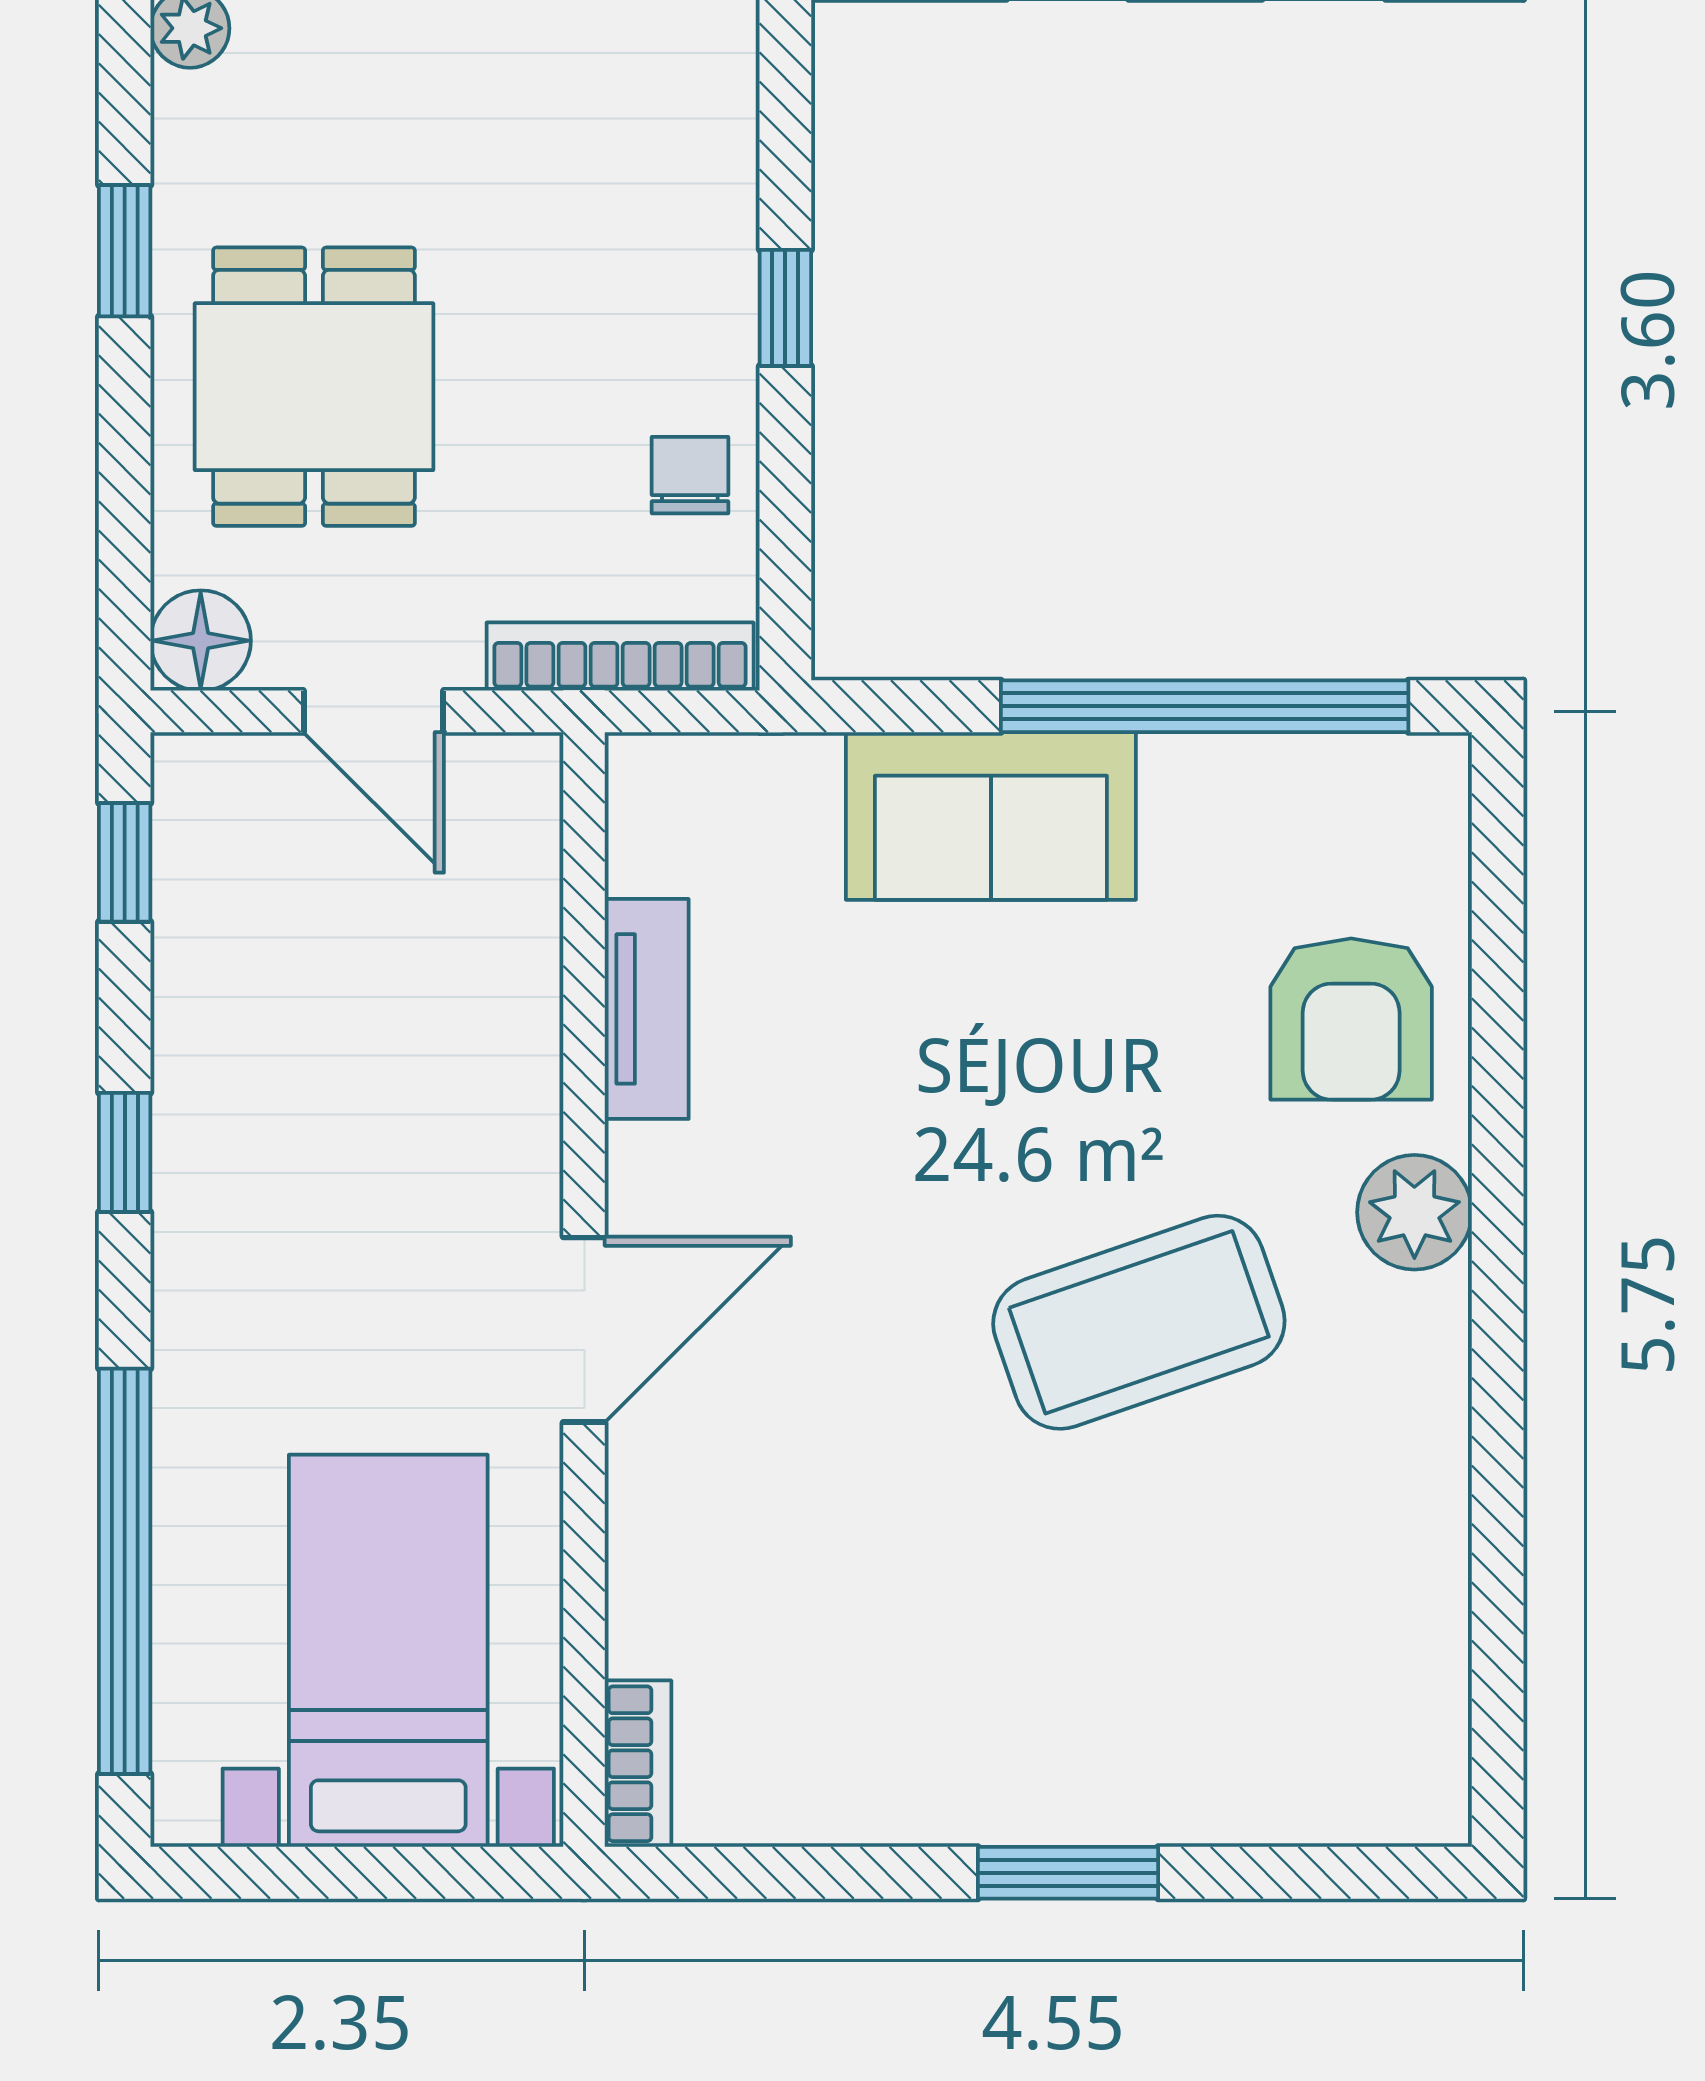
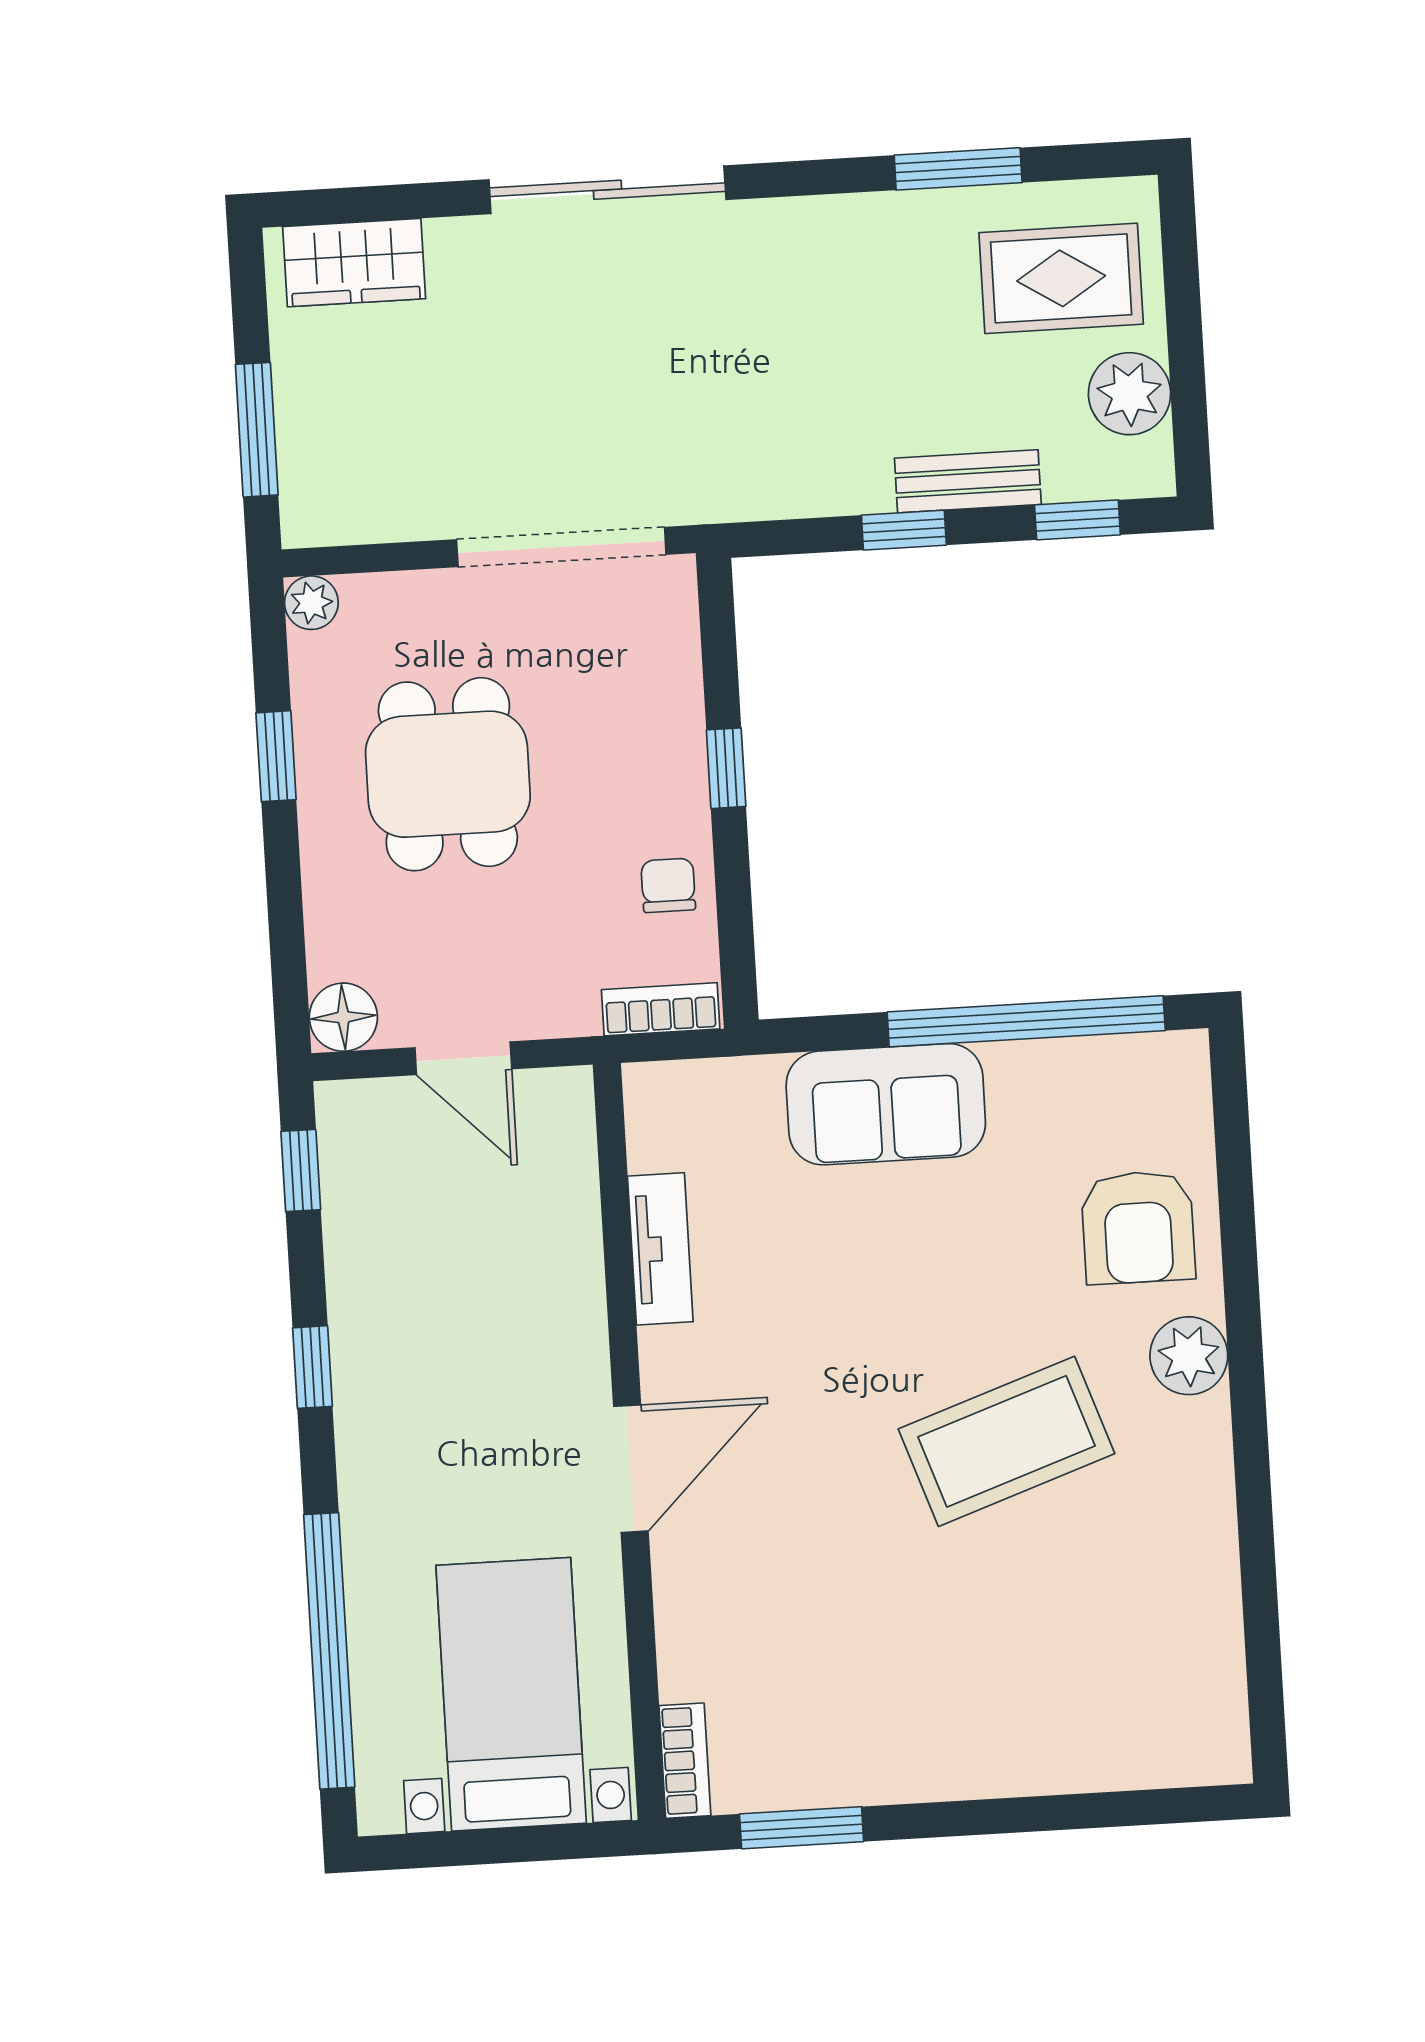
dining table: (314, 387) -> (448, 774), moved
bookcase: (620, 657) -> (661, 1009), width x0.64
window: (1068, 1873) -> (802, 1828), moved

